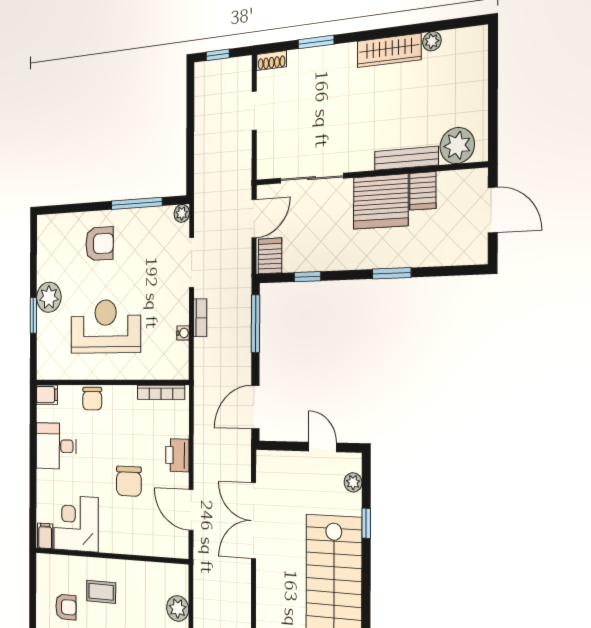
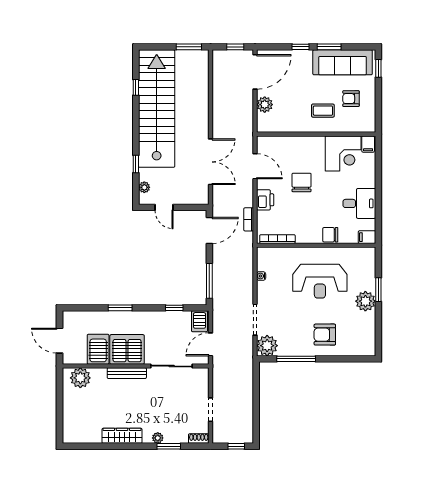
plant: (432, 41) -> (158, 438), moved
bench: (406, 158) -> (127, 373), moved
server rack: (423, 191) -> (98, 349), width x1.36, depth x1.44
plant: (182, 213) -> (267, 346), width x1.87, depth x1.87
bookcase: (200, 318) -> (249, 219), moved
chair: (92, 399) -> (330, 235), turned -90

